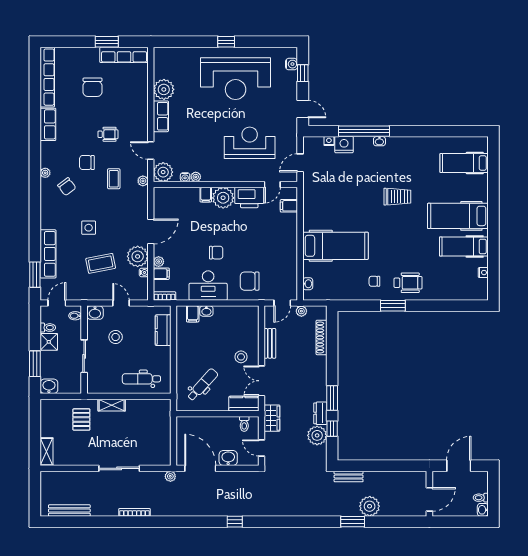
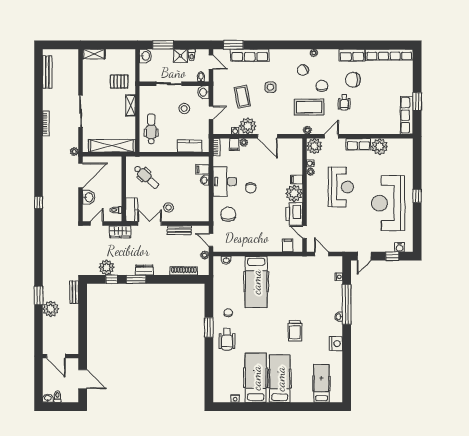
chair: (92, 87) -> (353, 80), moved
reception desk: (250, 143) -> (341, 187), moved
nightstand: (344, 145) -> (336, 344), moved
coffee table: (114, 179) -> (309, 107), width x1.86, depth x1.72
hospital bed: (464, 246) -> (256, 378), width x1.37, depth x1.29
dresser: (320, 413) -> (144, 270), moved
shelving: (163, 429) -> (112, 146), added

